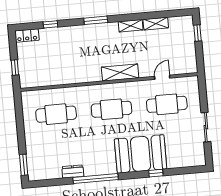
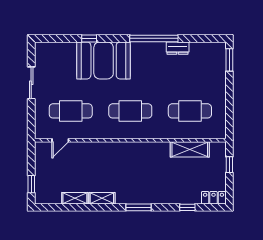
shelving: (120, 73) -> (190, 149), moved
door: (162, 77) -> (60, 140), moved

